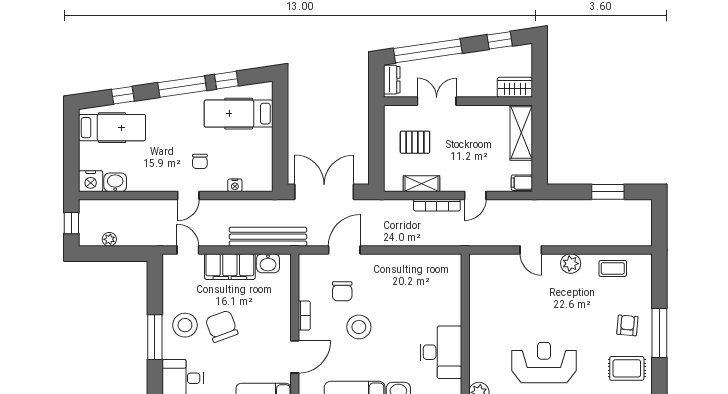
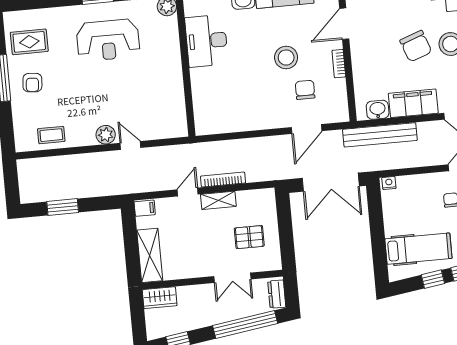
shelving: (422, 184) -> (218, 200), moved
nightstand: (235, 185) -> (389, 183), moved
plant: (571, 264) -> (106, 135), moved

